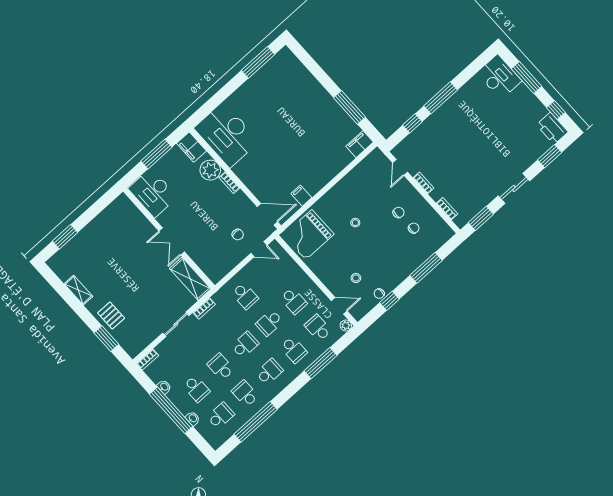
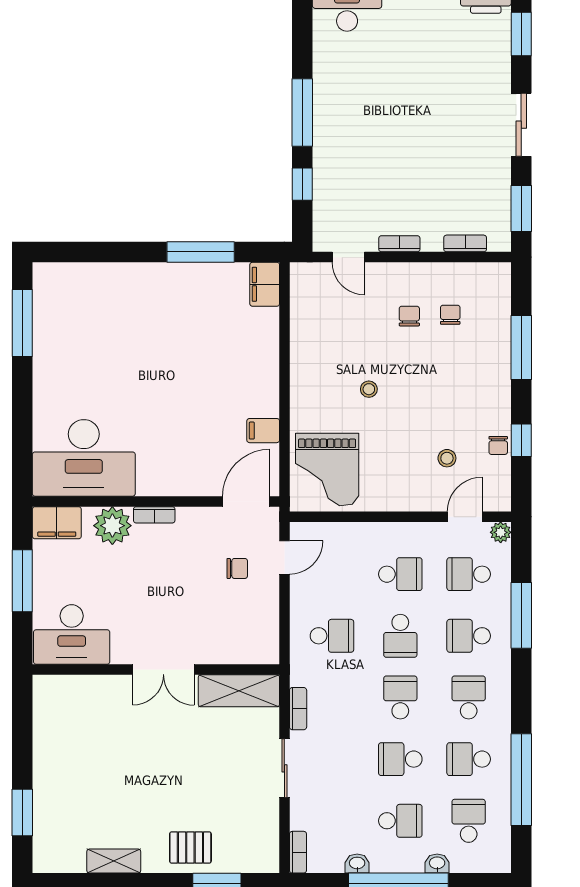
school desk: (294, 350) -> (469, 636), turned 180

